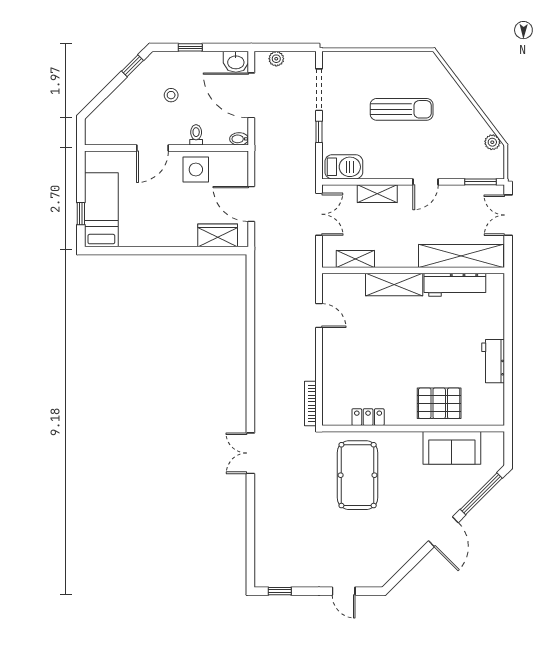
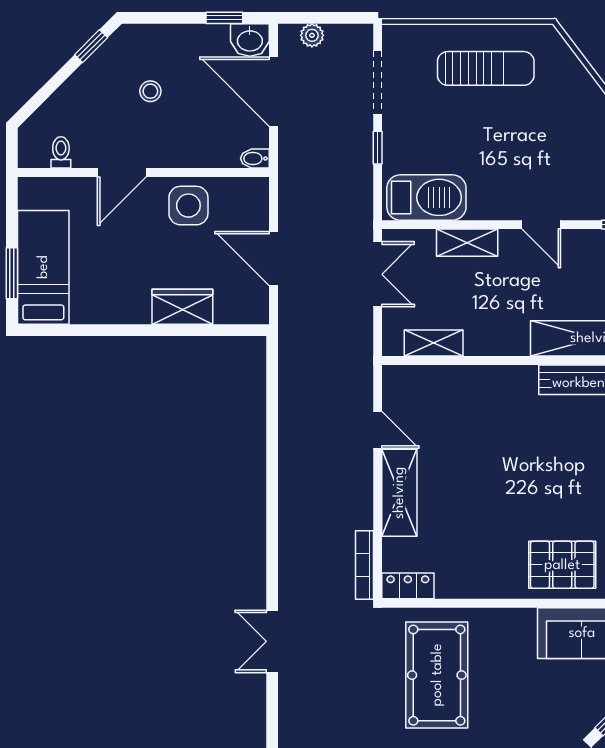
window: (190, 47) -> (224, 18), moved
sun lounger: (402, 109) -> (486, 68), moved
toilet: (196, 135) -> (61, 152), moved
barbecue: (344, 167) -> (426, 197), width x1.37, depth x1.21
door: (426, 182) -> (541, 225), hinge flipped
window: (81, 214) -> (12, 273), width x1.50
wardrobe: (218, 235) -> (182, 307), moved
shelving: (394, 285) -> (399, 493), moved, turned 90
locker: (368, 417) -> (408, 586), moved

